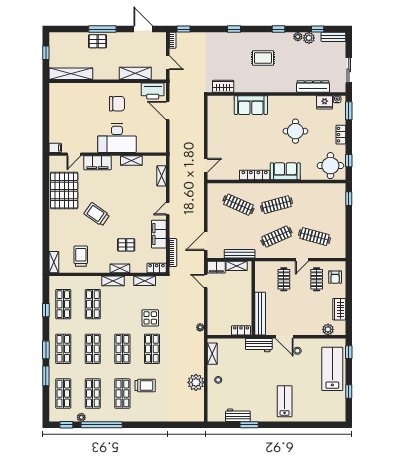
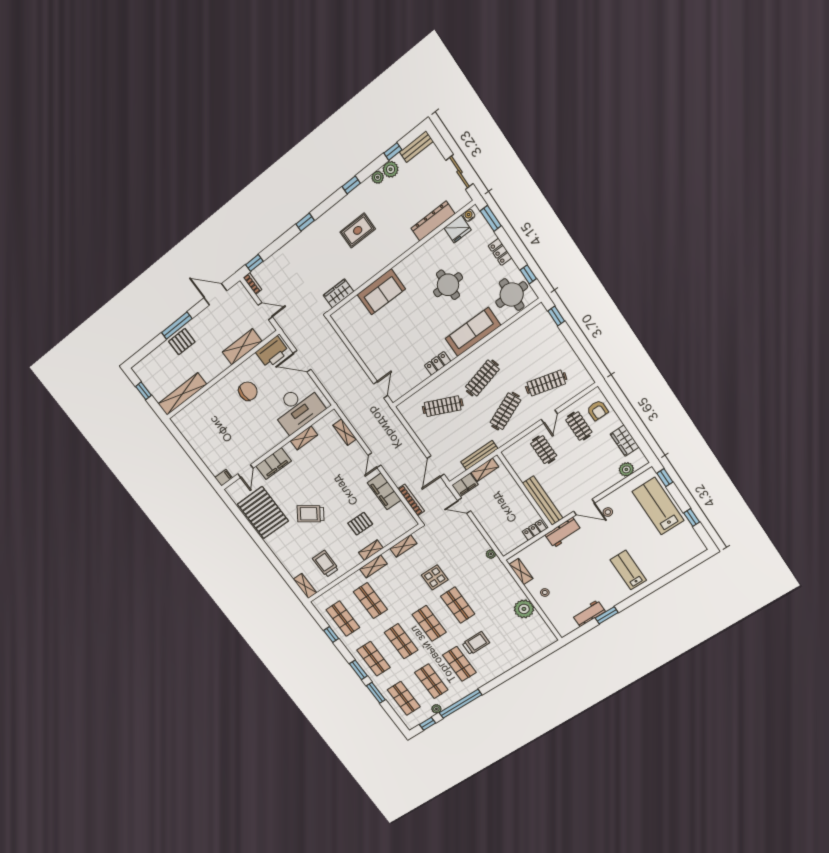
desk: (117, 138) -> (297, 408), moved
sofa: (285, 171) -> (473, 332), width x1.36
locker: (255, 175) -> (438, 363), width x0.66
locker: (157, 268) -> (406, 526), removed

